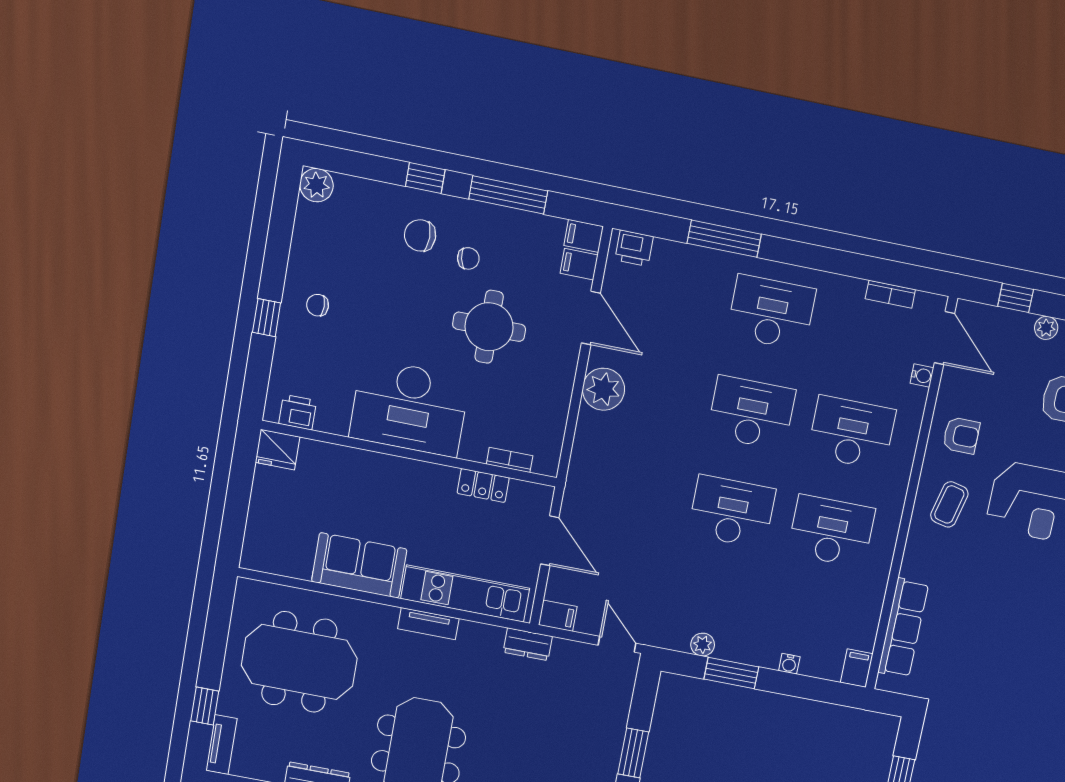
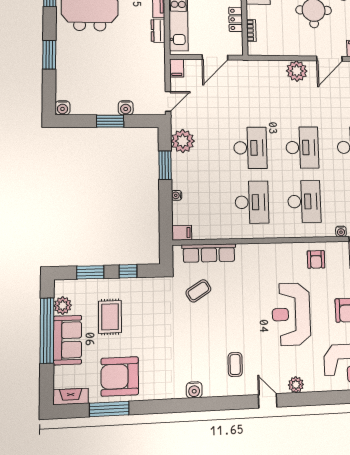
coffee table: (949, 504) -> (198, 291), moved, turned -45
dresser: (528, 644) -> (158, 31), moved
plant: (703, 645) -> (183, 141), width x1.88, depth x1.88
water cooler: (614, 721) -> (126, 108), added

